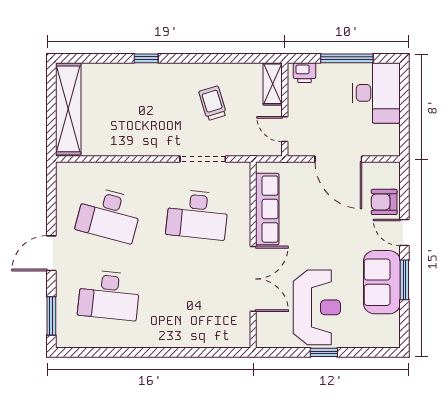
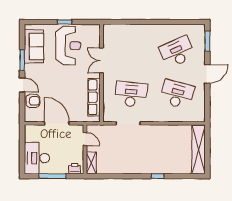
trolley: (213, 103) -> (123, 153), removed
double door: (253, 279) -> (102, 61), width x0.73
sofa: (382, 282) -> (34, 46), moved
desk: (109, 295) -> (177, 52), turned -30
reception desk: (317, 307) -> (68, 46), turned 180

